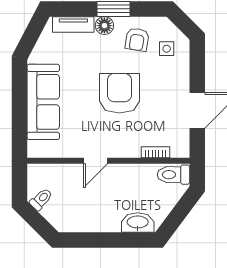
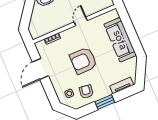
floor lamp: (104, 26) -> (106, 92), removed
armchair: (119, 93) -> (83, 61), turned 90
toilet: (173, 175) -> (38, 31), removed

